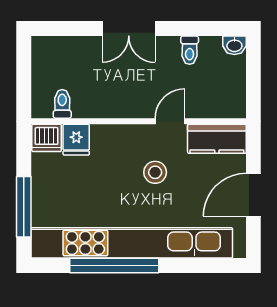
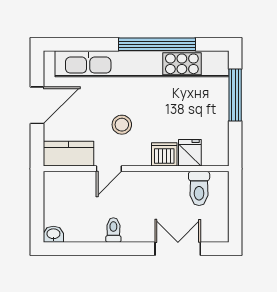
double door: (129, 28) -> (178, 249), moved
toilet: (190, 50) -> (113, 230), moved
toilet: (62, 104) -> (199, 188), width x1.37, depth x1.39
dishwasher: (47, 138) -> (164, 154), moved

